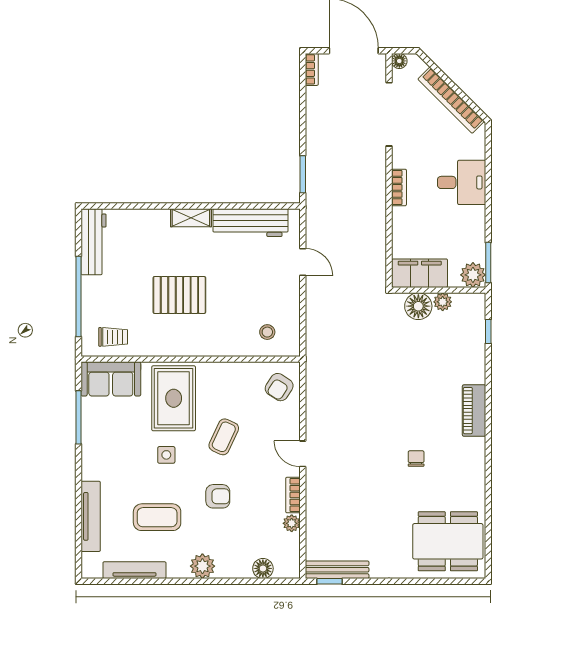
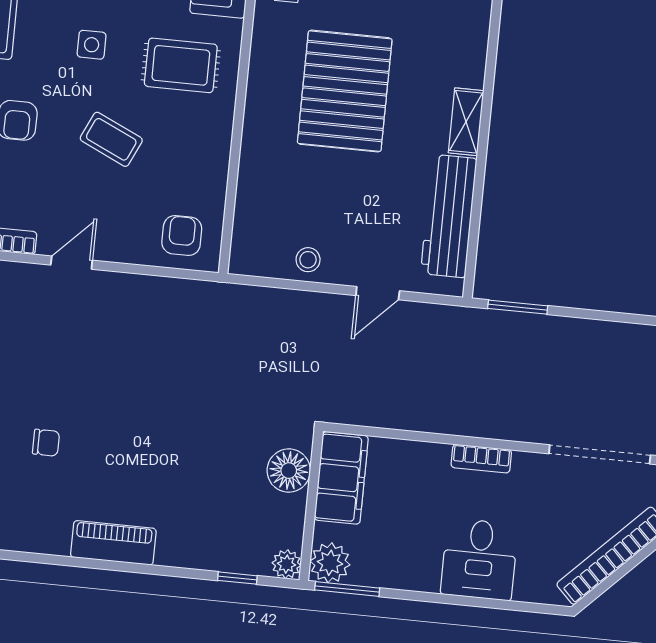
pallet: (179, 295) -> (345, 91), width x1.37, depth x1.41
plant: (443, 302) -> (286, 564), moved
stool: (267, 332) -> (308, 260), moved
armchair: (279, 387) -> (182, 236), turned 57
rug: (174, 398) -> (181, 65), width x0.73, depth x0.70

